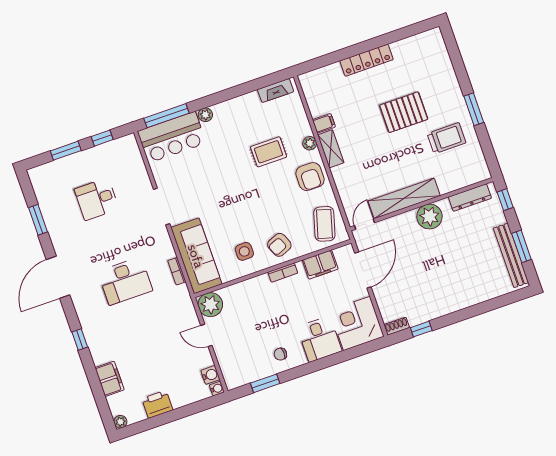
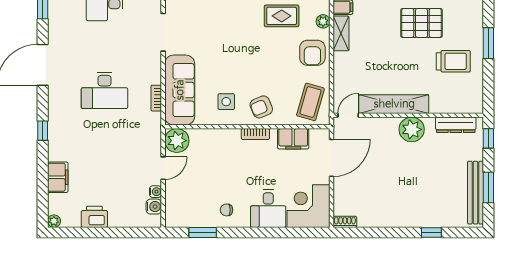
window: (421, 329) -> (431, 232), moved
door: (206, 335) -> (163, 168), swing flipped
water cooler: (217, 389) -> (155, 192), moved

